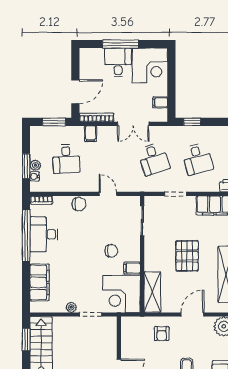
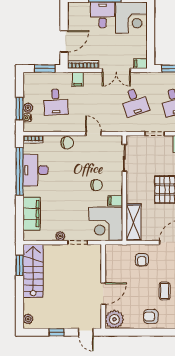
filing cabinet: (160, 102) -> (140, 64), moved

